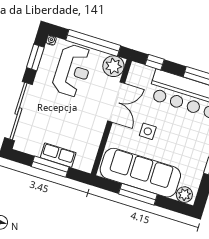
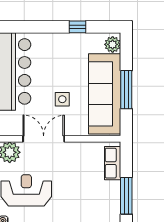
row of seats: (58, 155) -> (113, 163), moved
window: (50, 167) -> (126, 196), moved

